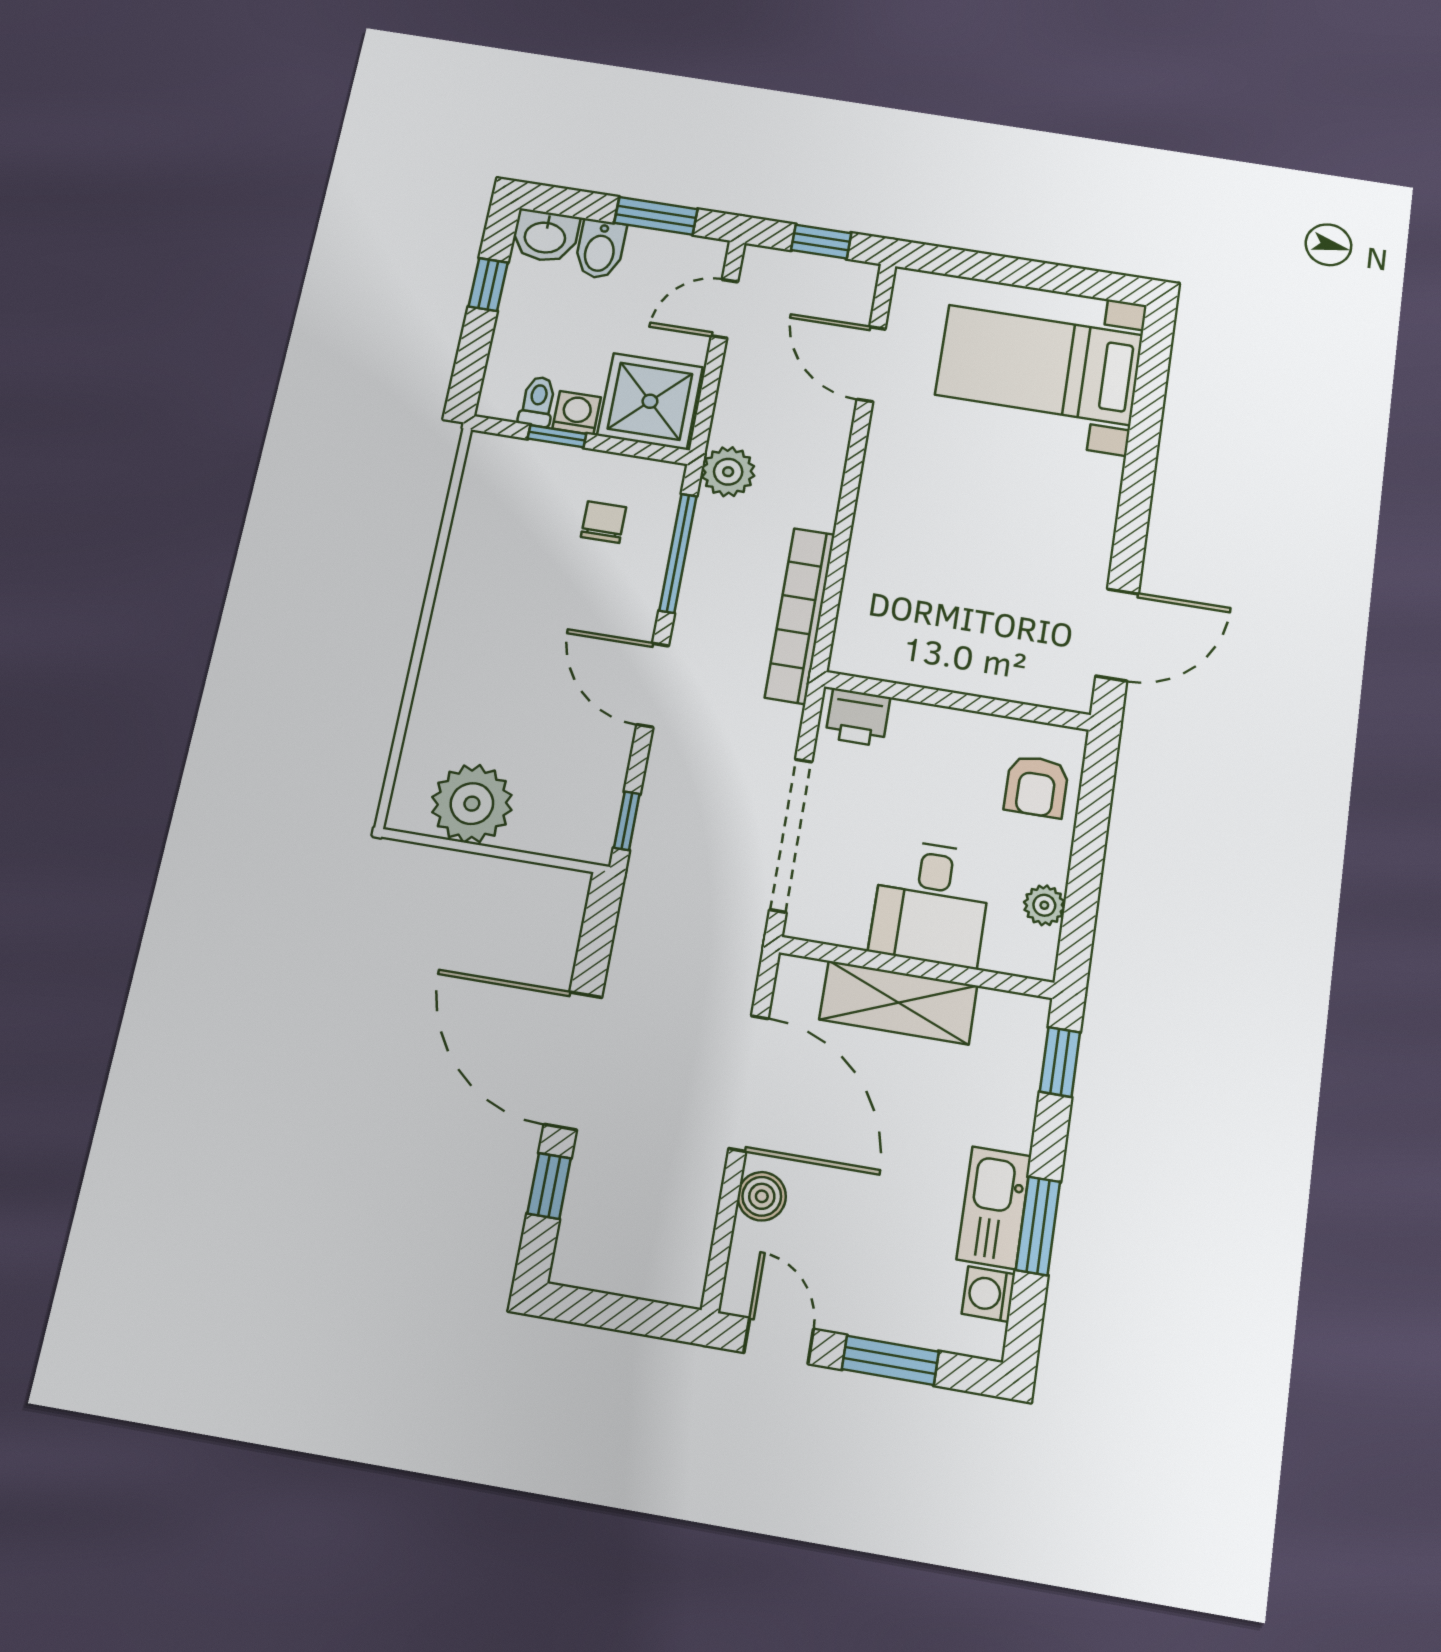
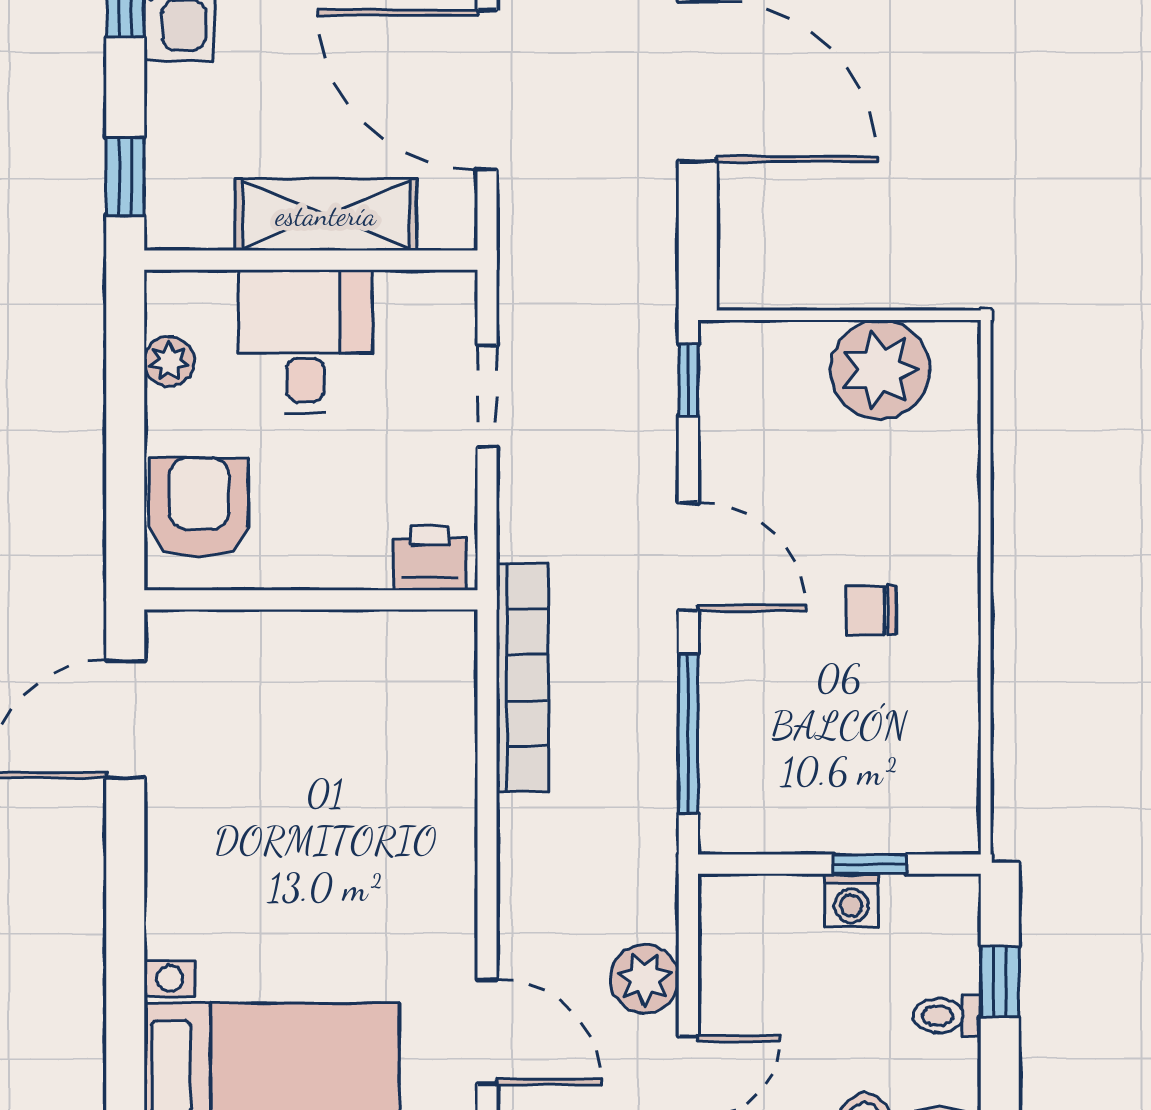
window: (488, 285) -> (1000, 982), moved
shower: (650, 401) -> (761, 932), removed
toilet: (538, 402) -> (947, 1016), moved, turned 90
plant: (728, 472) -> (645, 979), moved
chair: (603, 522) -> (871, 610), moved, turned 90
armchair: (1036, 786) -> (199, 508), width x1.38, depth x1.38
doorway: (791, 835) -> (487, 396), width x0.53

